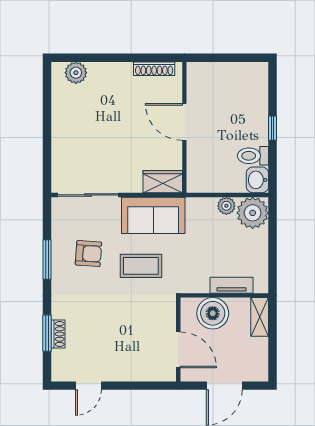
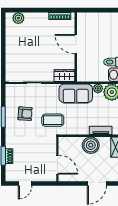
sofa: (153, 215) -> (76, 93), moved
wall: (178, 339) -> (57, 159), moved
door: (178, 350) -> (57, 165), moved

